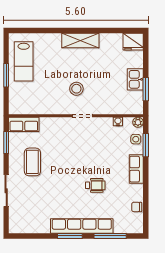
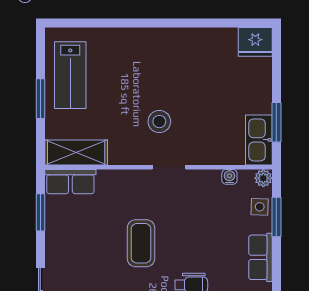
shelving: (80, 40) -> (76, 153), moved
kitchen sink: (135, 79) -> (259, 140), moved, width x1.38
coffee table: (32, 162) -> (141, 243), moved

